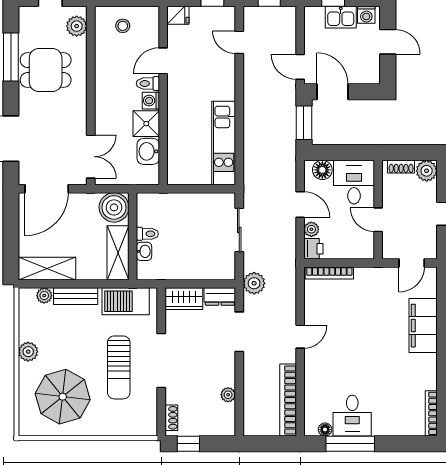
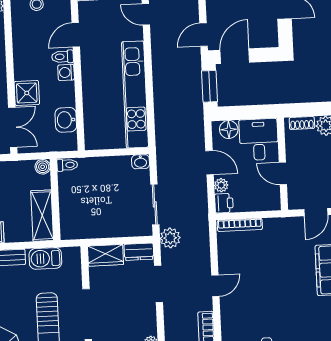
door: (300, 67) -> (204, 35), hinge flipped
door: (332, 92) -> (235, 56), hinge flipped
shower: (146, 124) -> (27, 93), moved
kitchen unit: (224, 143) -> (135, 95), width x1.36
boiler: (114, 207) -> (43, 167), width x0.54, depth x0.54
sliding door: (239, 230) -> (155, 204), moved
toilet: (147, 234) -> (67, 165), moved
washbasin: (144, 251) -> (141, 162), moved, turned 90
barbecue: (126, 301) -> (45, 258), width x0.73, depth x0.83

